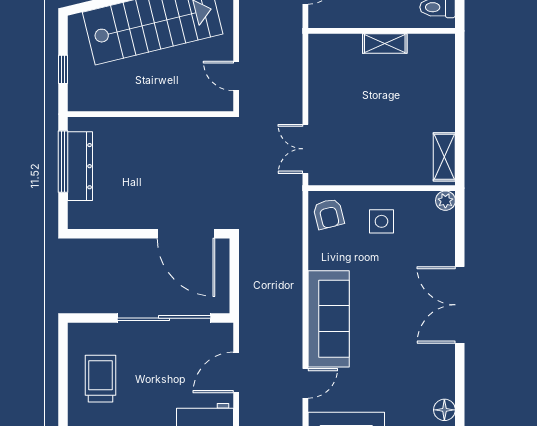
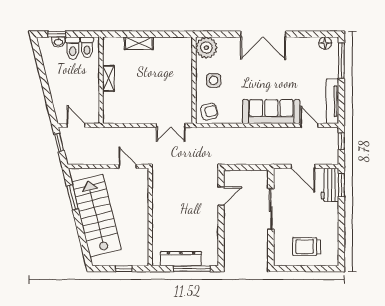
door: (236, 76) -> (128, 166), swing flipped
shelving: (444, 157) -> (139, 43), moved
window: (63, 162) -> (192, 269), moved
plant: (445, 201) -> (206, 48), width x1.87, depth x1.87
door: (186, 234) -> (221, 196), width x0.53
sliding door: (164, 318) -> (271, 209), width x0.73

